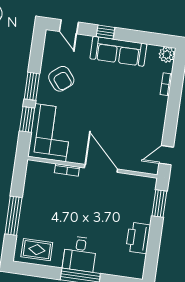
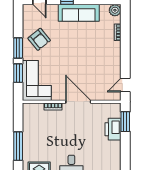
printer: (138, 238) -> (113, 129), moved

